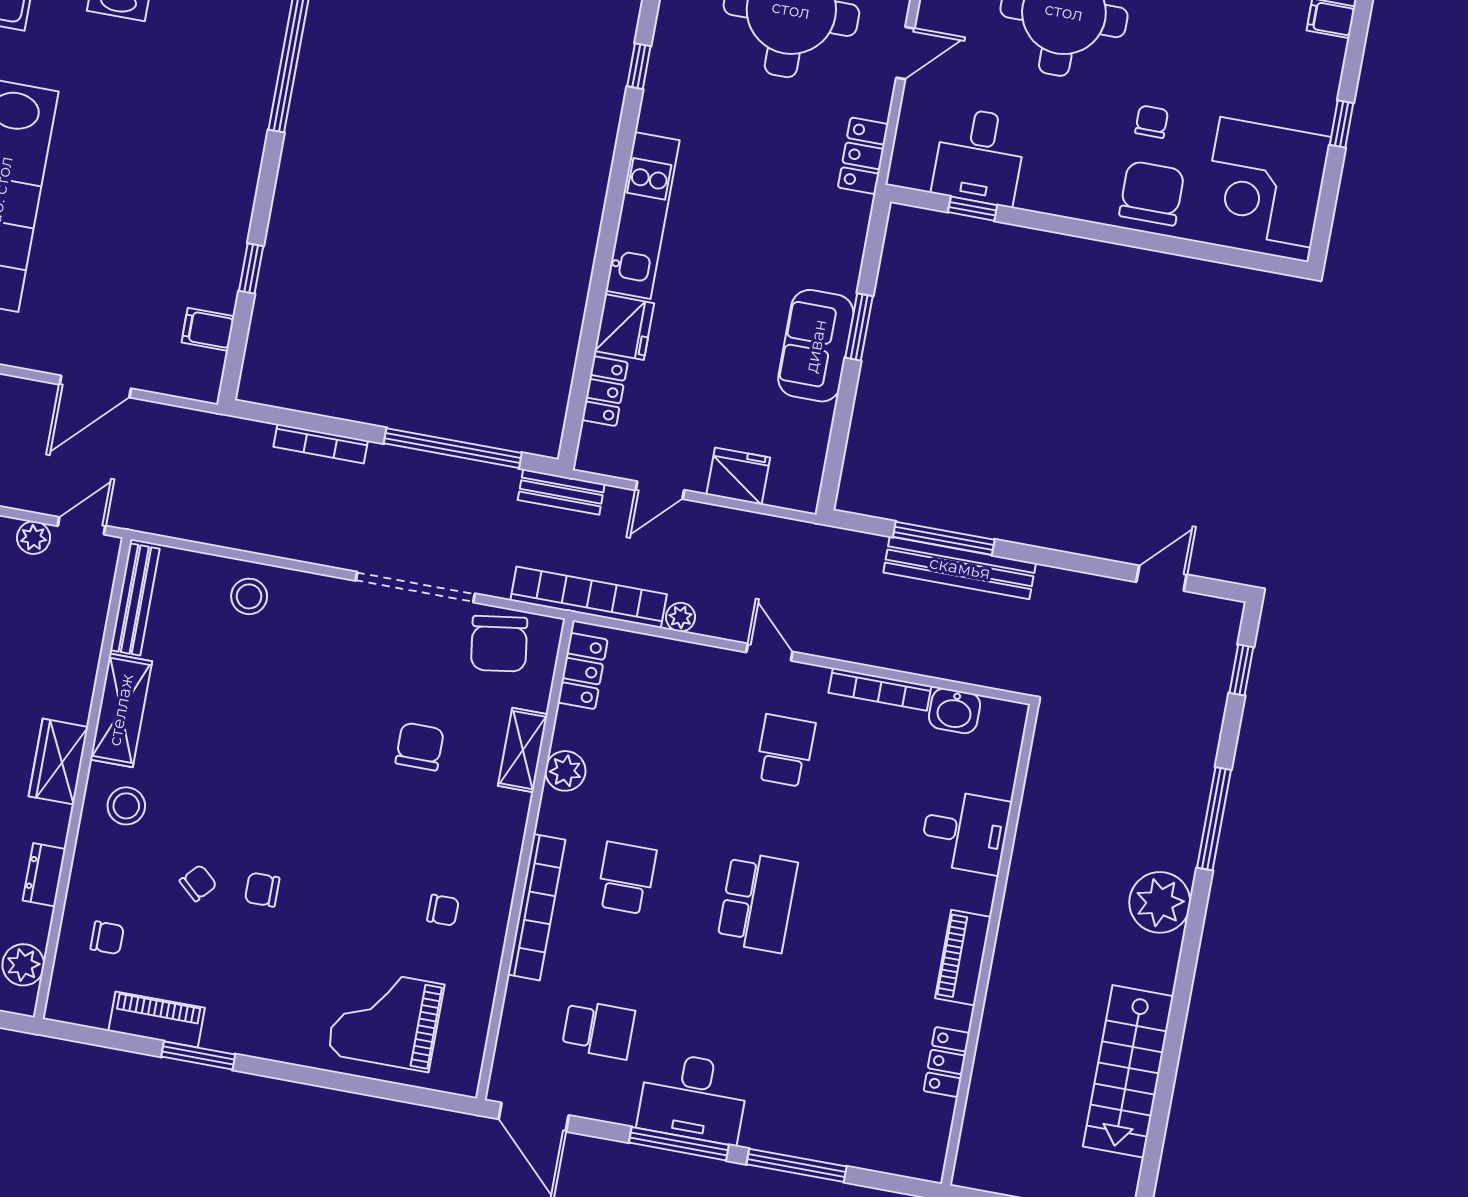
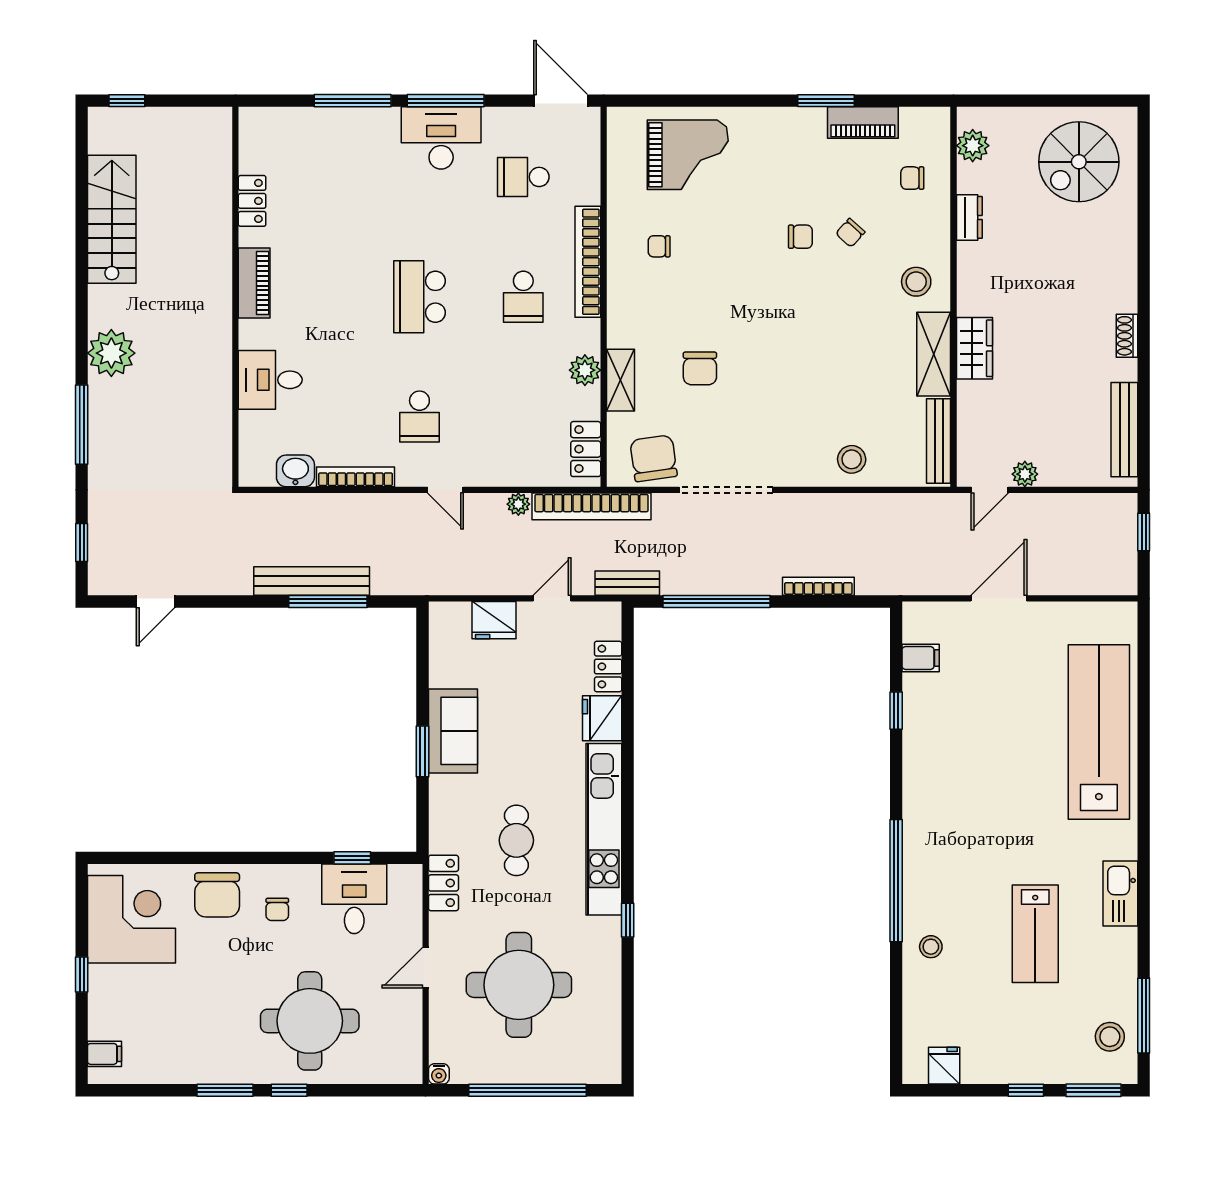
chair: (1152, 122) -> (277, 909), moved
cafe table: (761, 193) -> (516, 840), added
kitchen unit: (643, 215) -> (604, 829), width x1.36
wardrobe: (58, 762) -> (974, 348), moved

